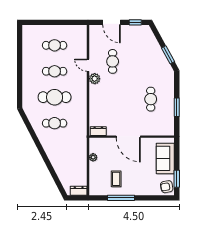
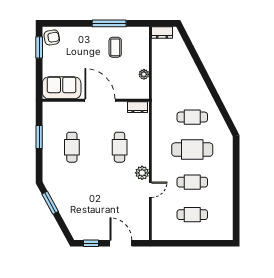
cafe table: (113, 61) -> (120, 147), moved
door: (88, 65) -> (150, 190), hinge flipped
sofa: (165, 158) -> (62, 88), moved, turned -90

